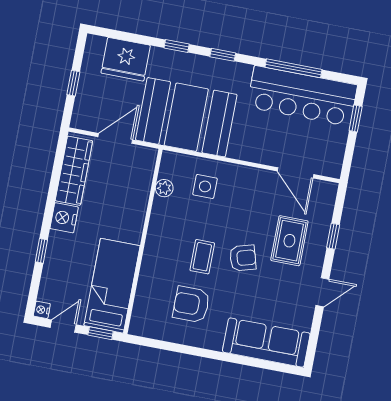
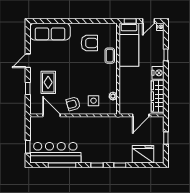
booth: (186, 117) -> (109, 132), removed
coffee table: (202, 257) -> (110, 56), moved
armchair: (243, 258) -> (73, 104), moved

